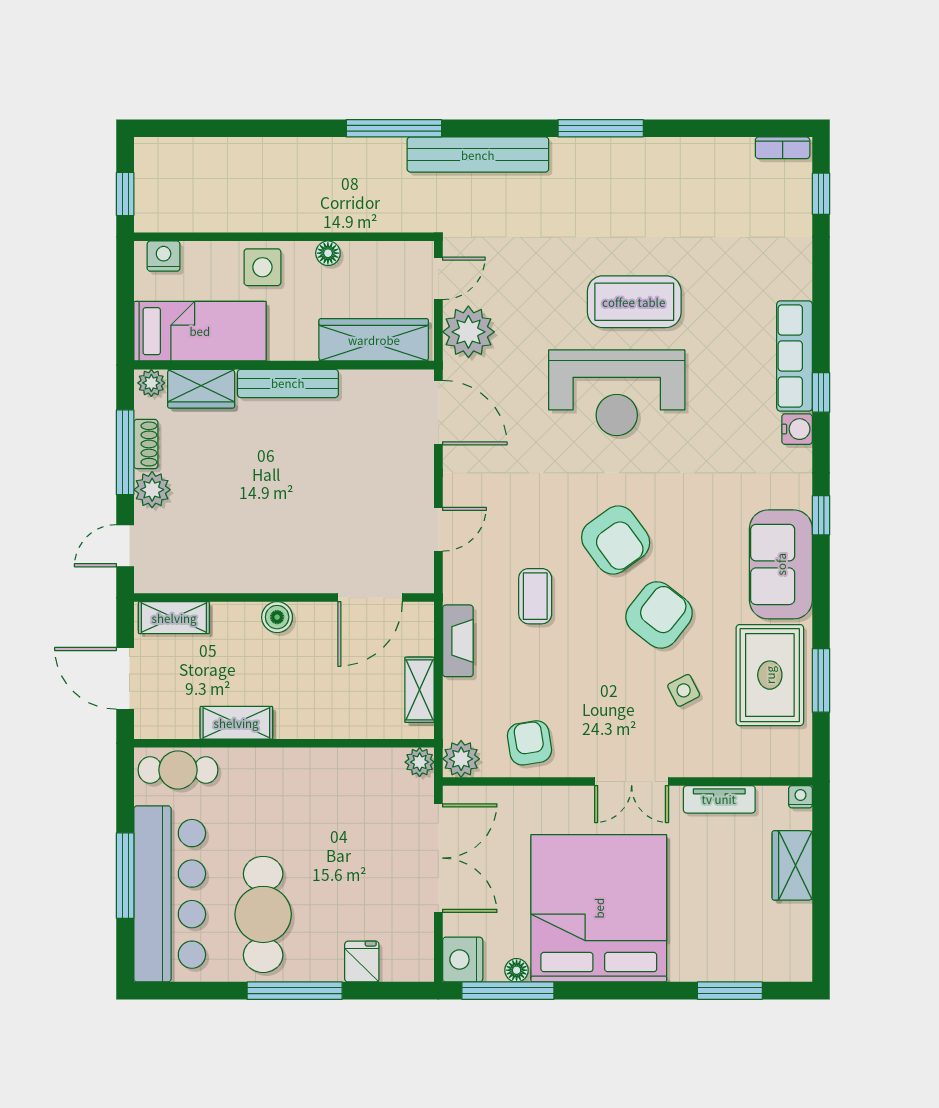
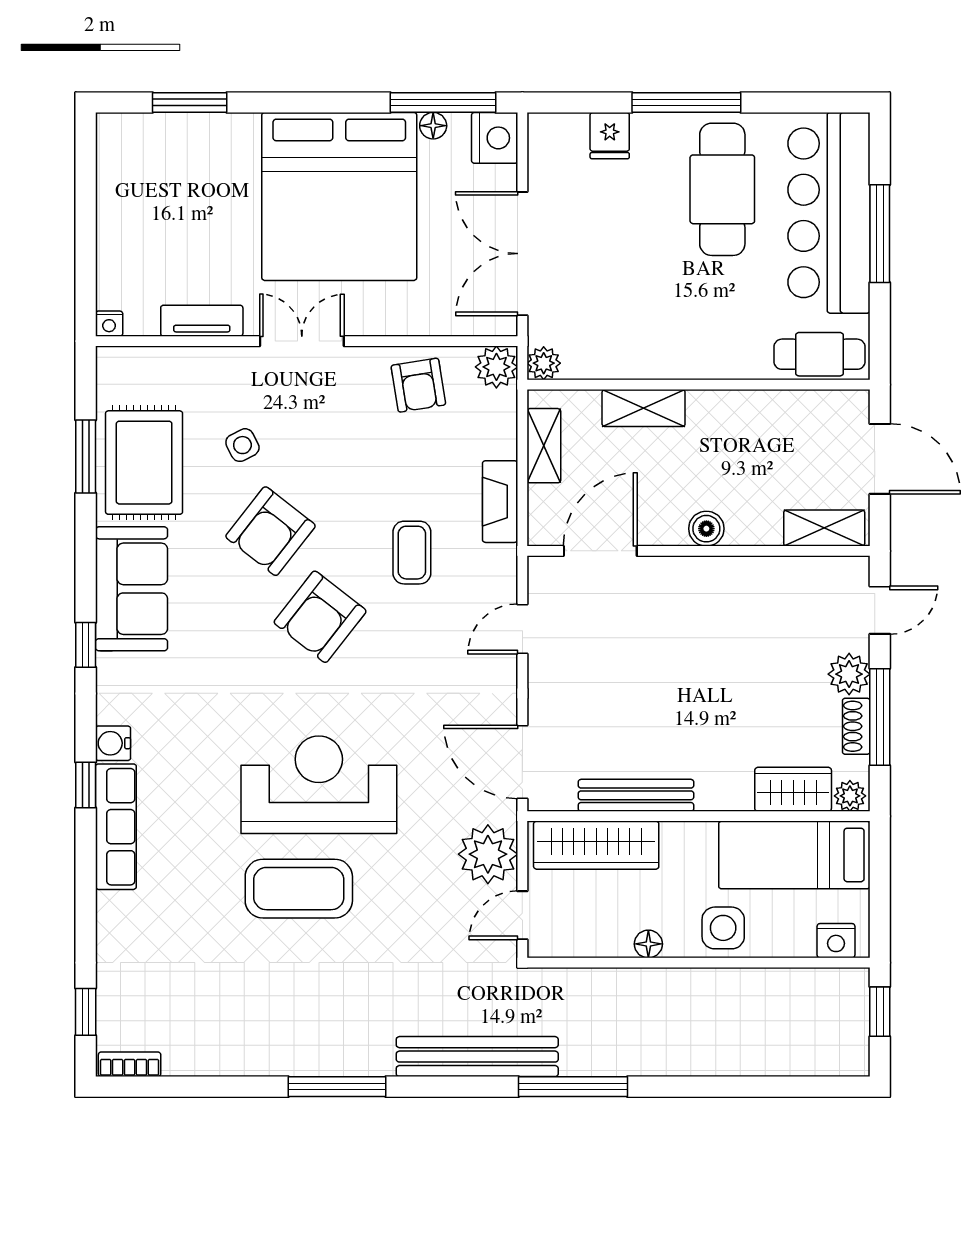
bench: (288, 383) -> (636, 795), moved
armchair: (616, 540) -> (320, 617), turned -106
shelving: (236, 723) -> (644, 408), moved
wardrobe: (792, 865) -> (118, 245), removed

